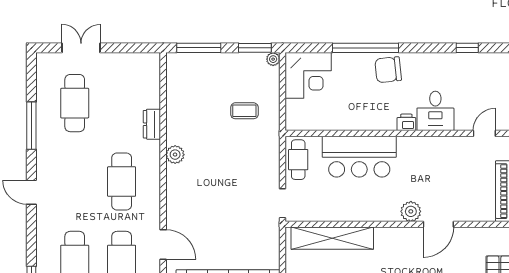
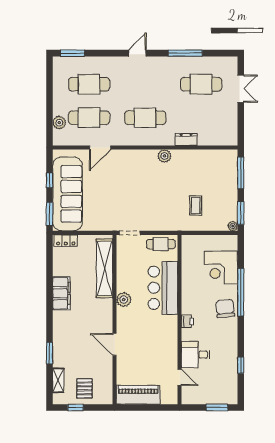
corner desk: (308, 75) -> (221, 268), moved
desk: (435, 111) -> (196, 355), moved
plant: (411, 211) -> (124, 300), moved

